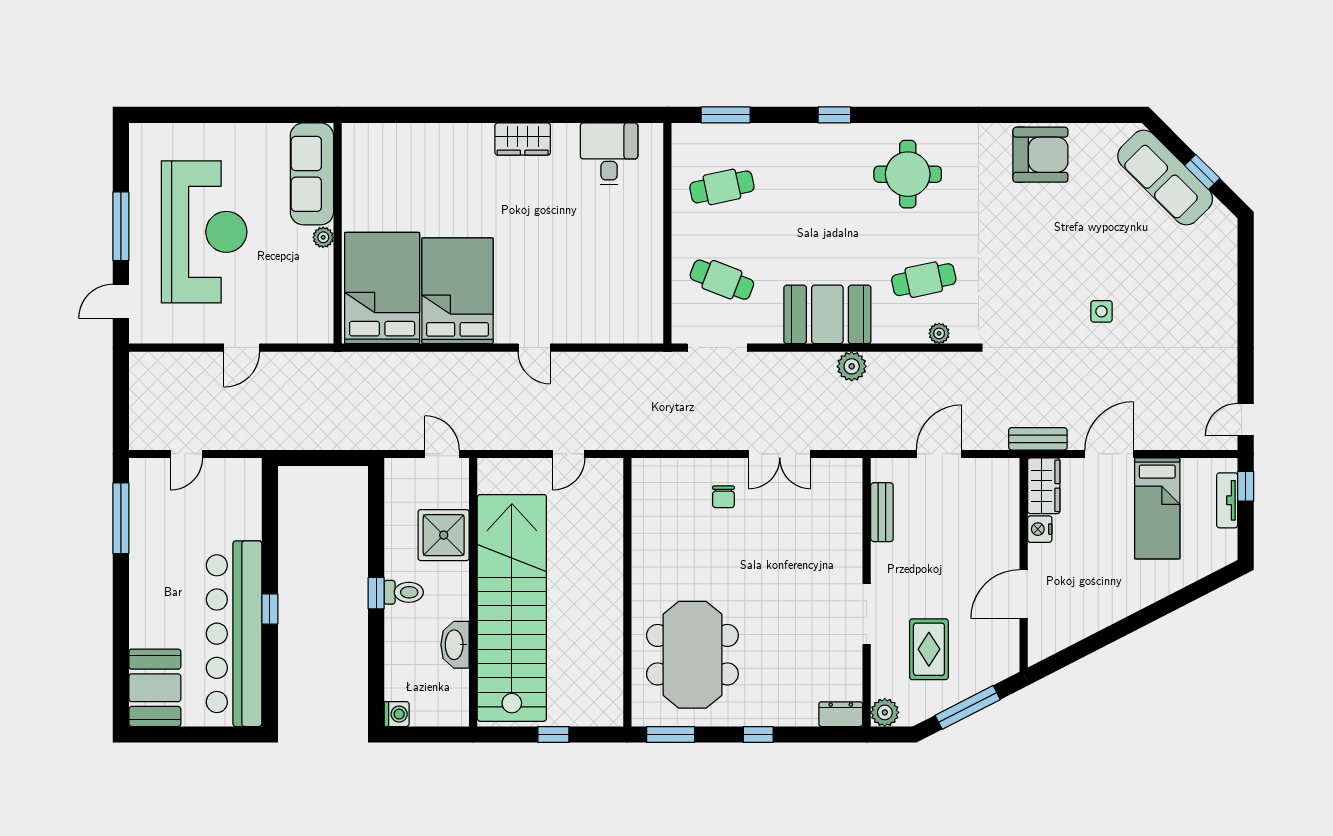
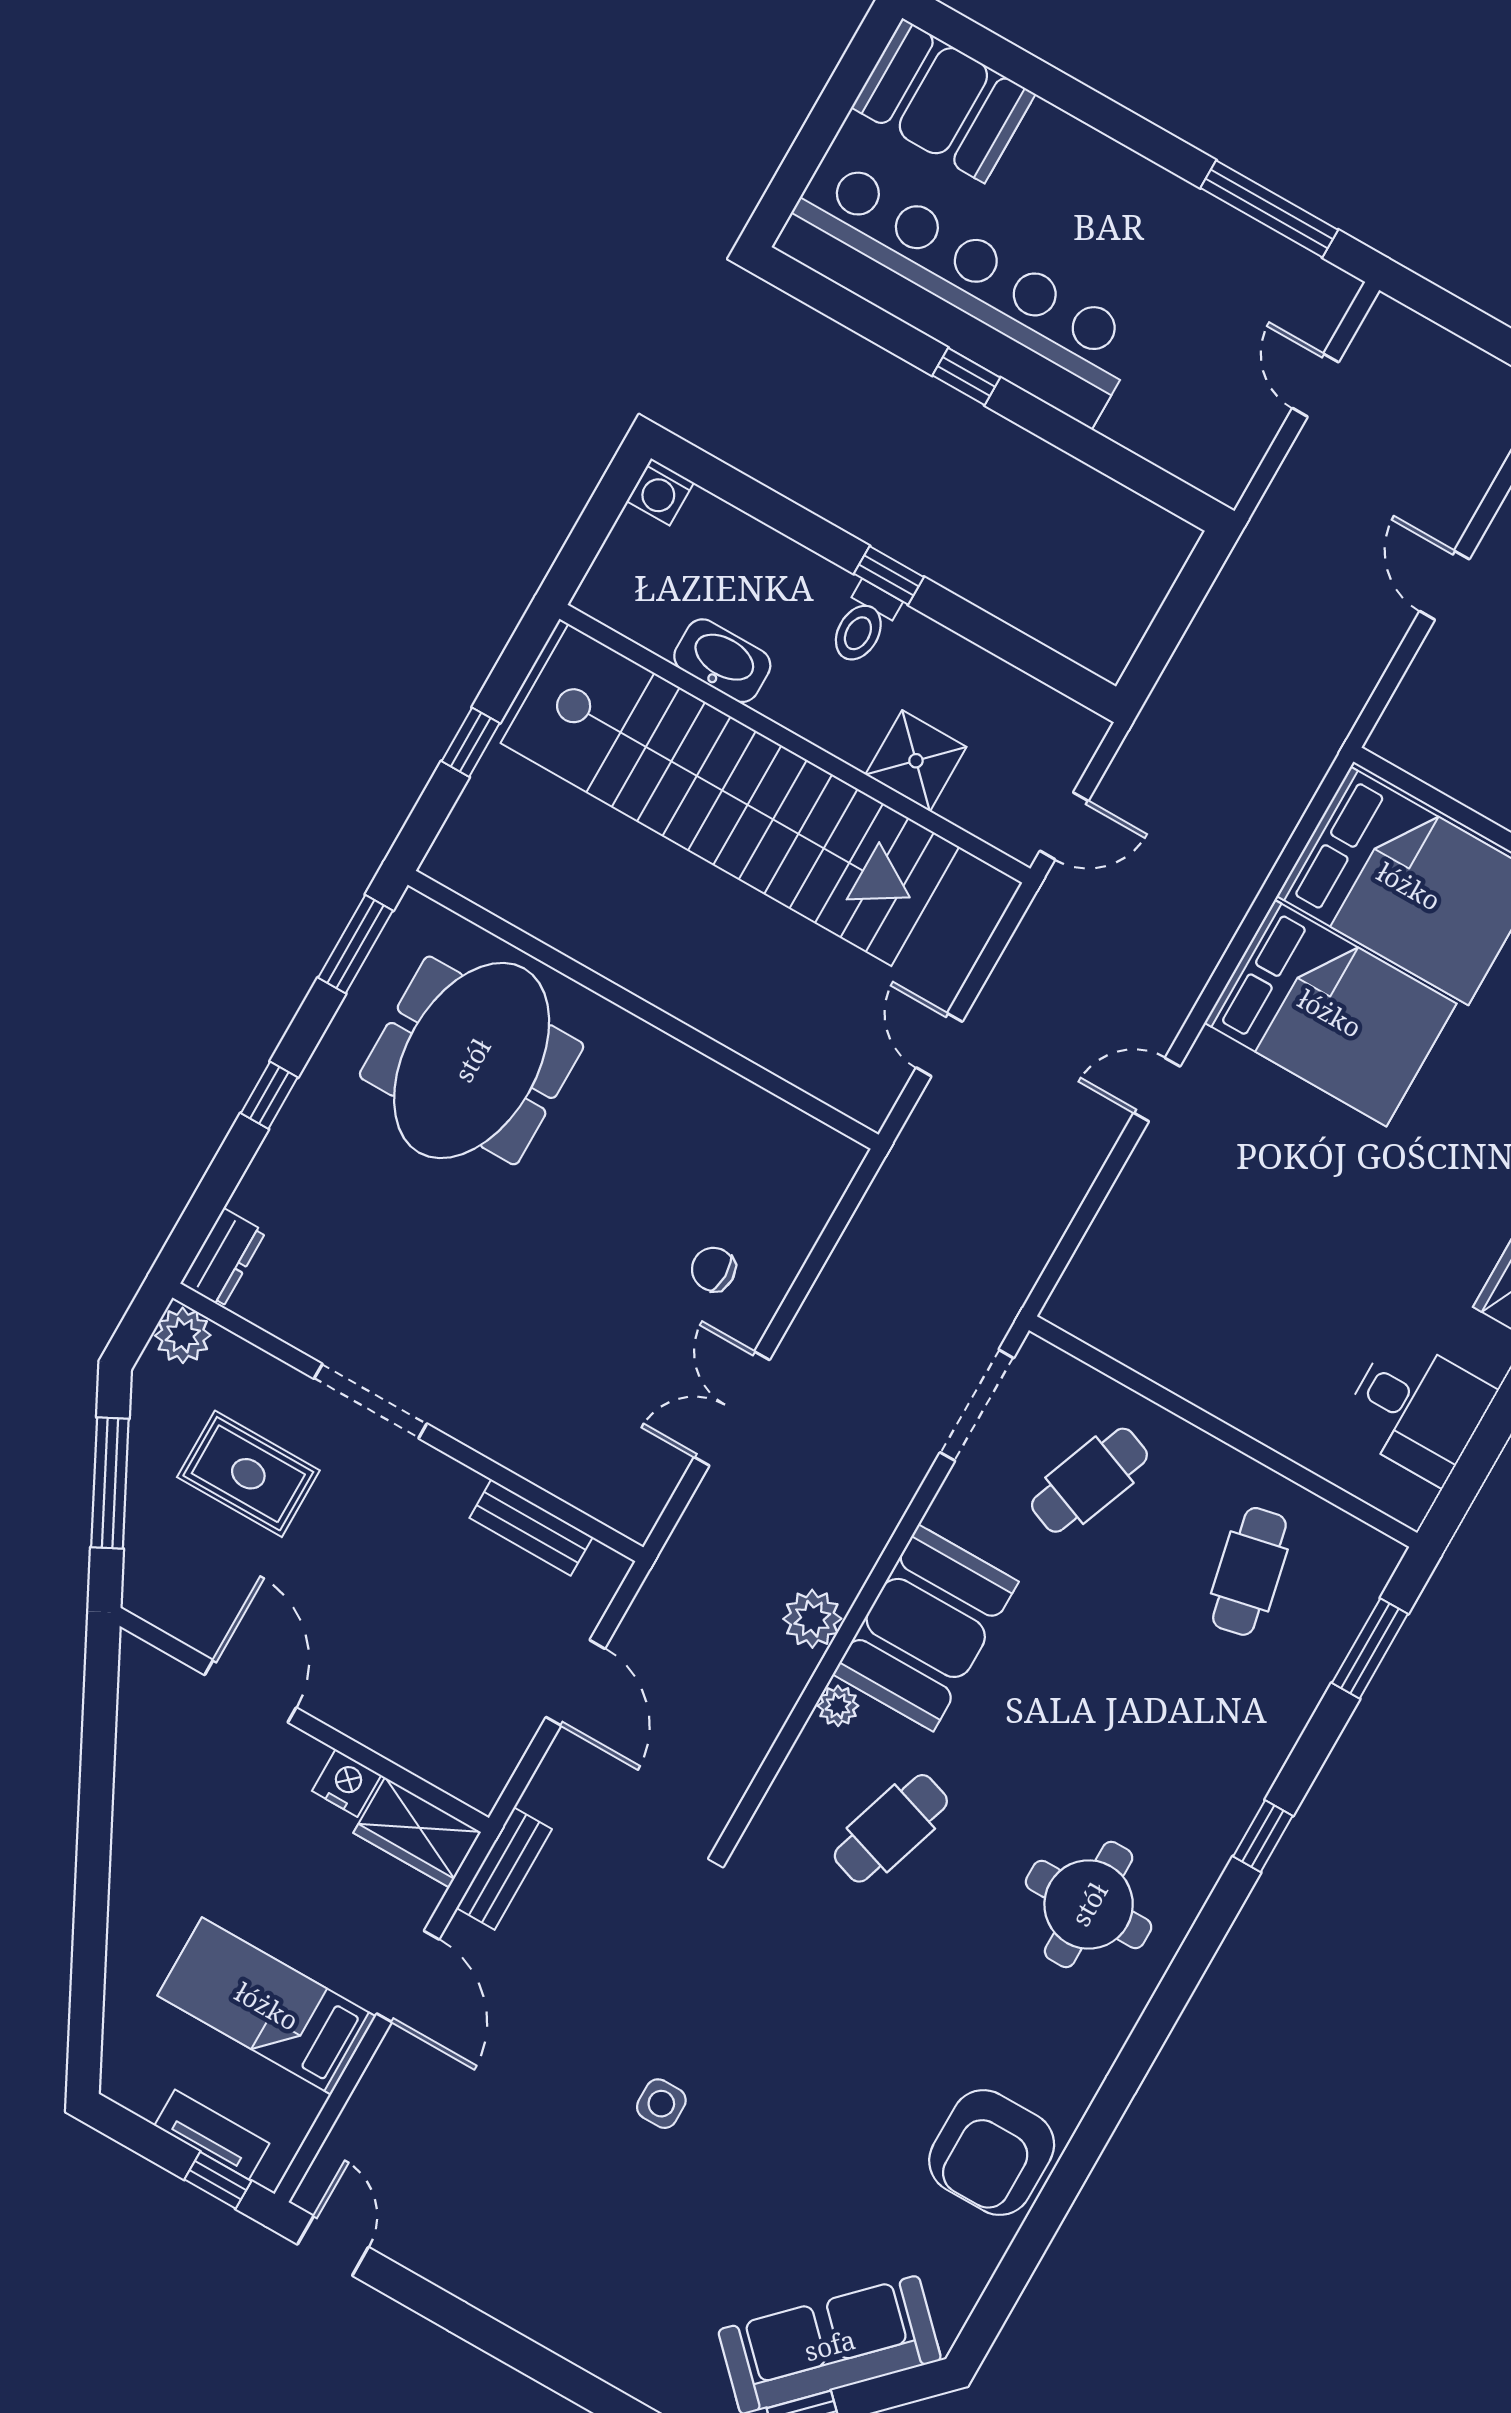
cafe table: (924, 280) -> (891, 1828), turned 30
plant: (939, 333) -> (838, 1706), moved
shower: (444, 535) -> (916, 761), width x0.73, depth x0.73
meeting table: (692, 655) -> (472, 1060), turned 90

